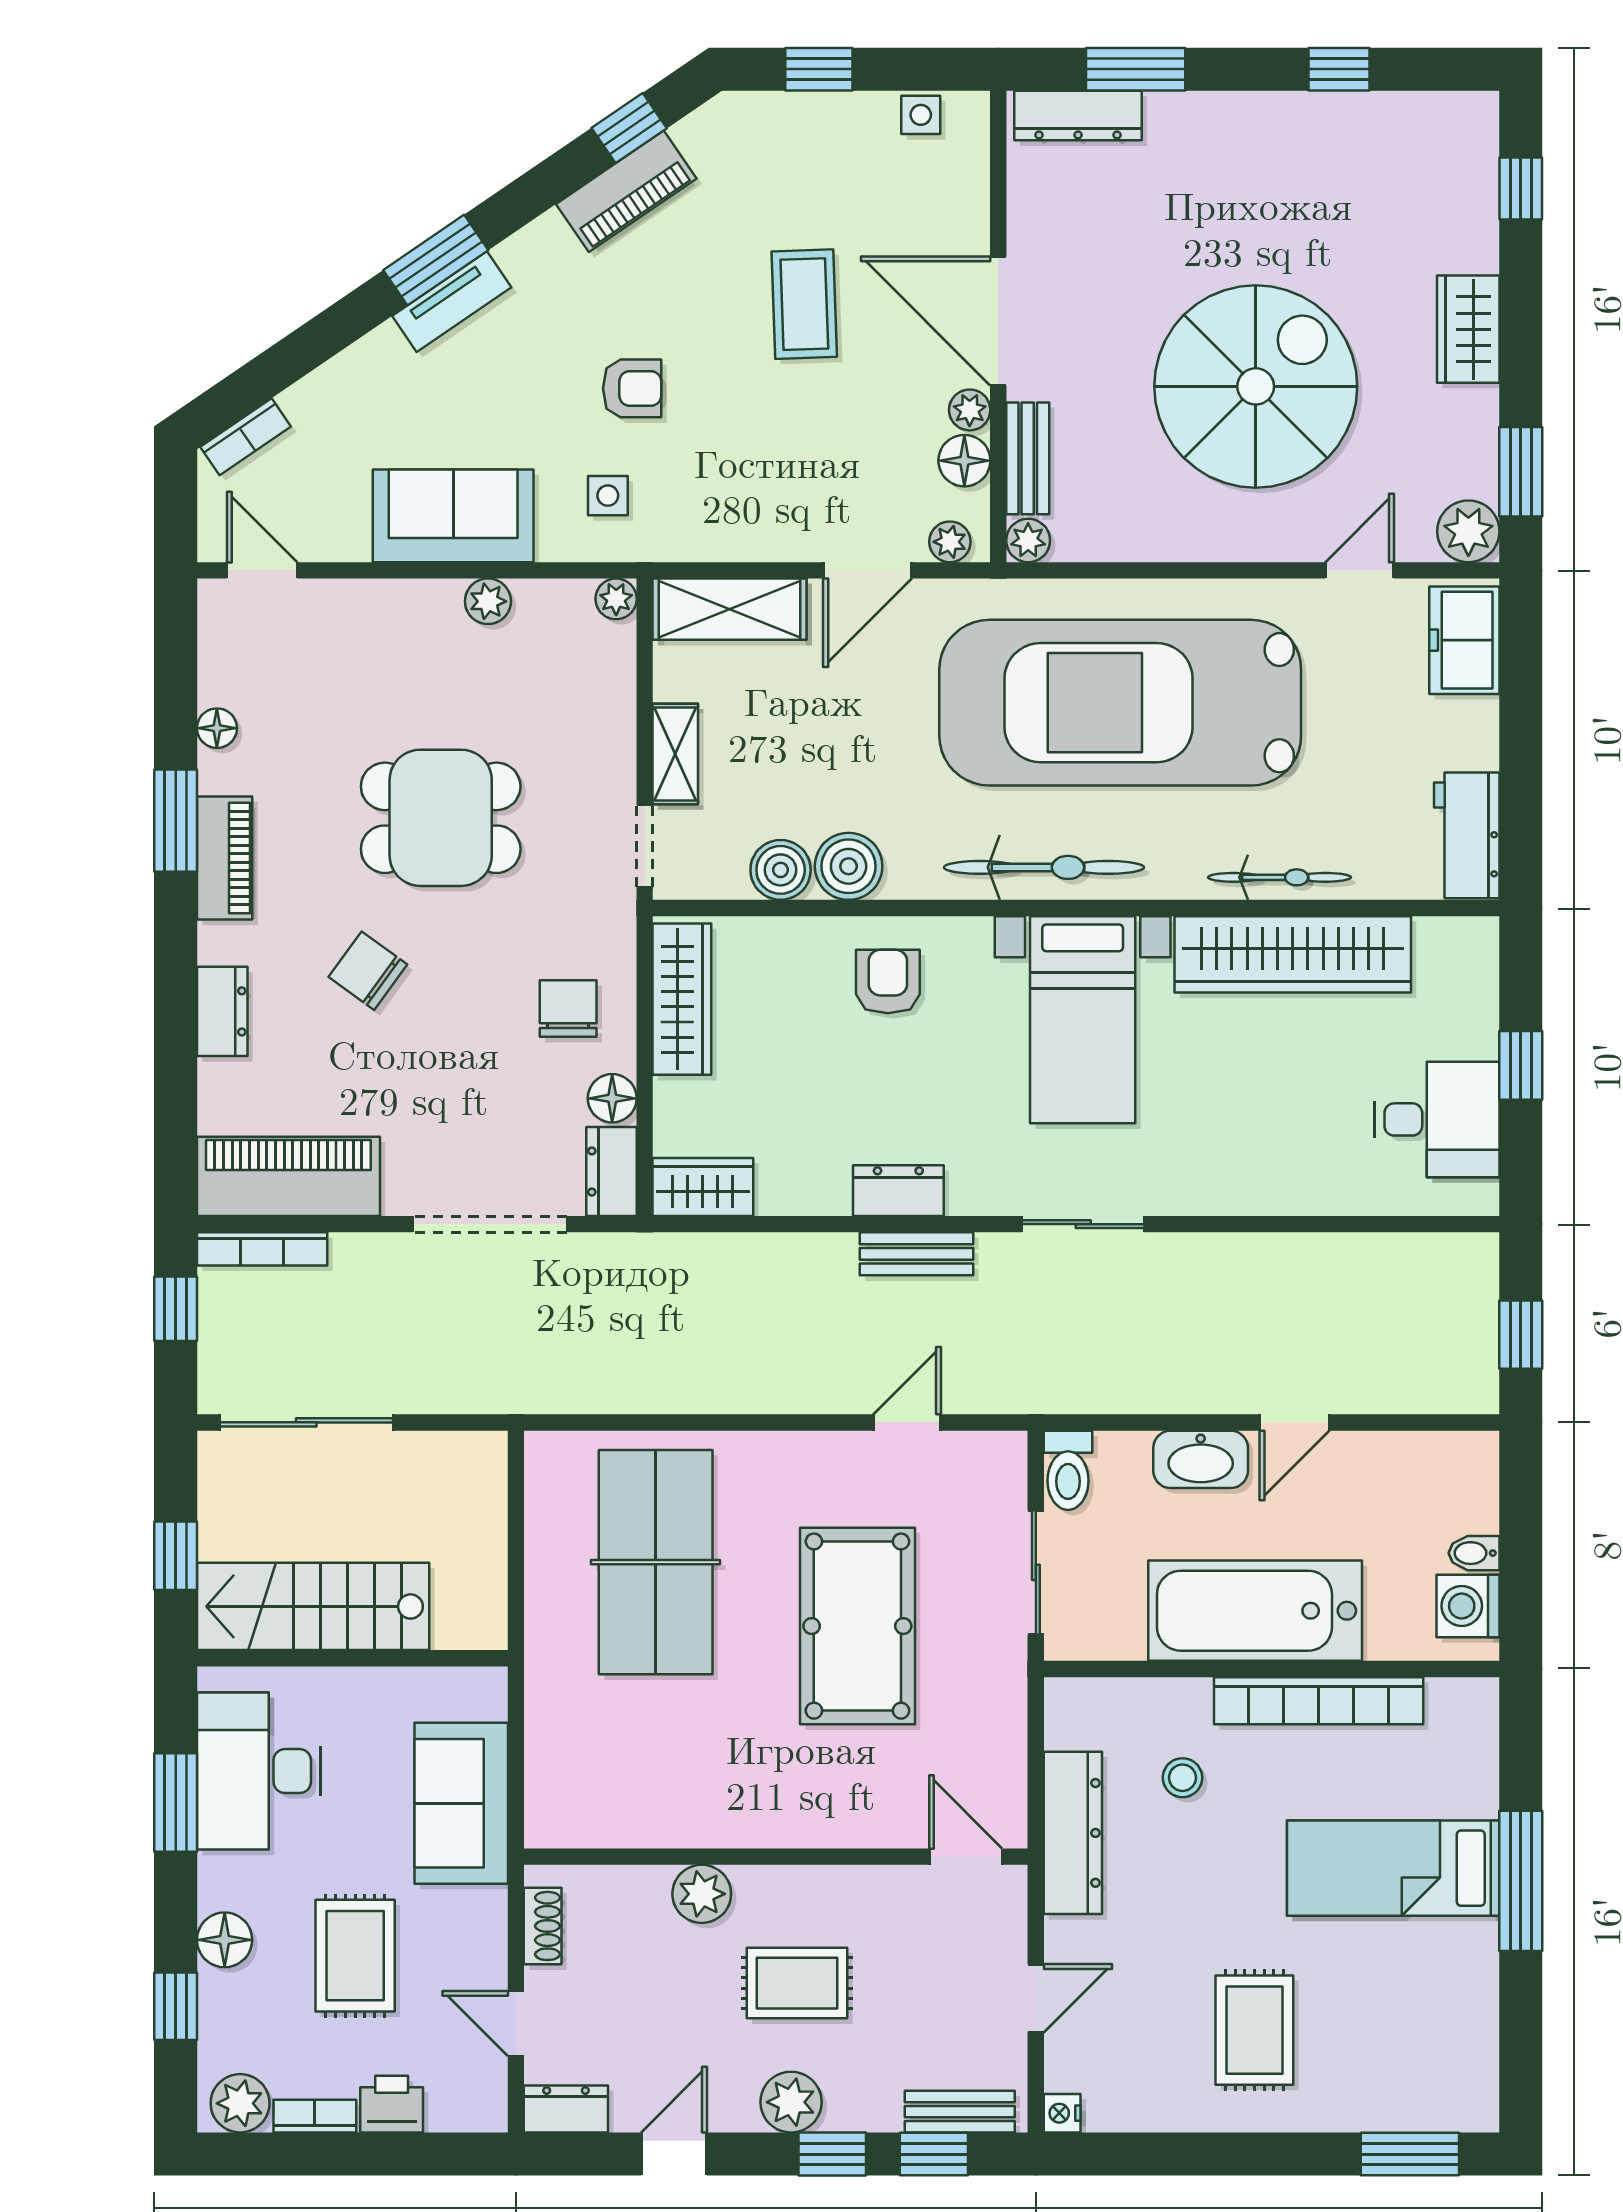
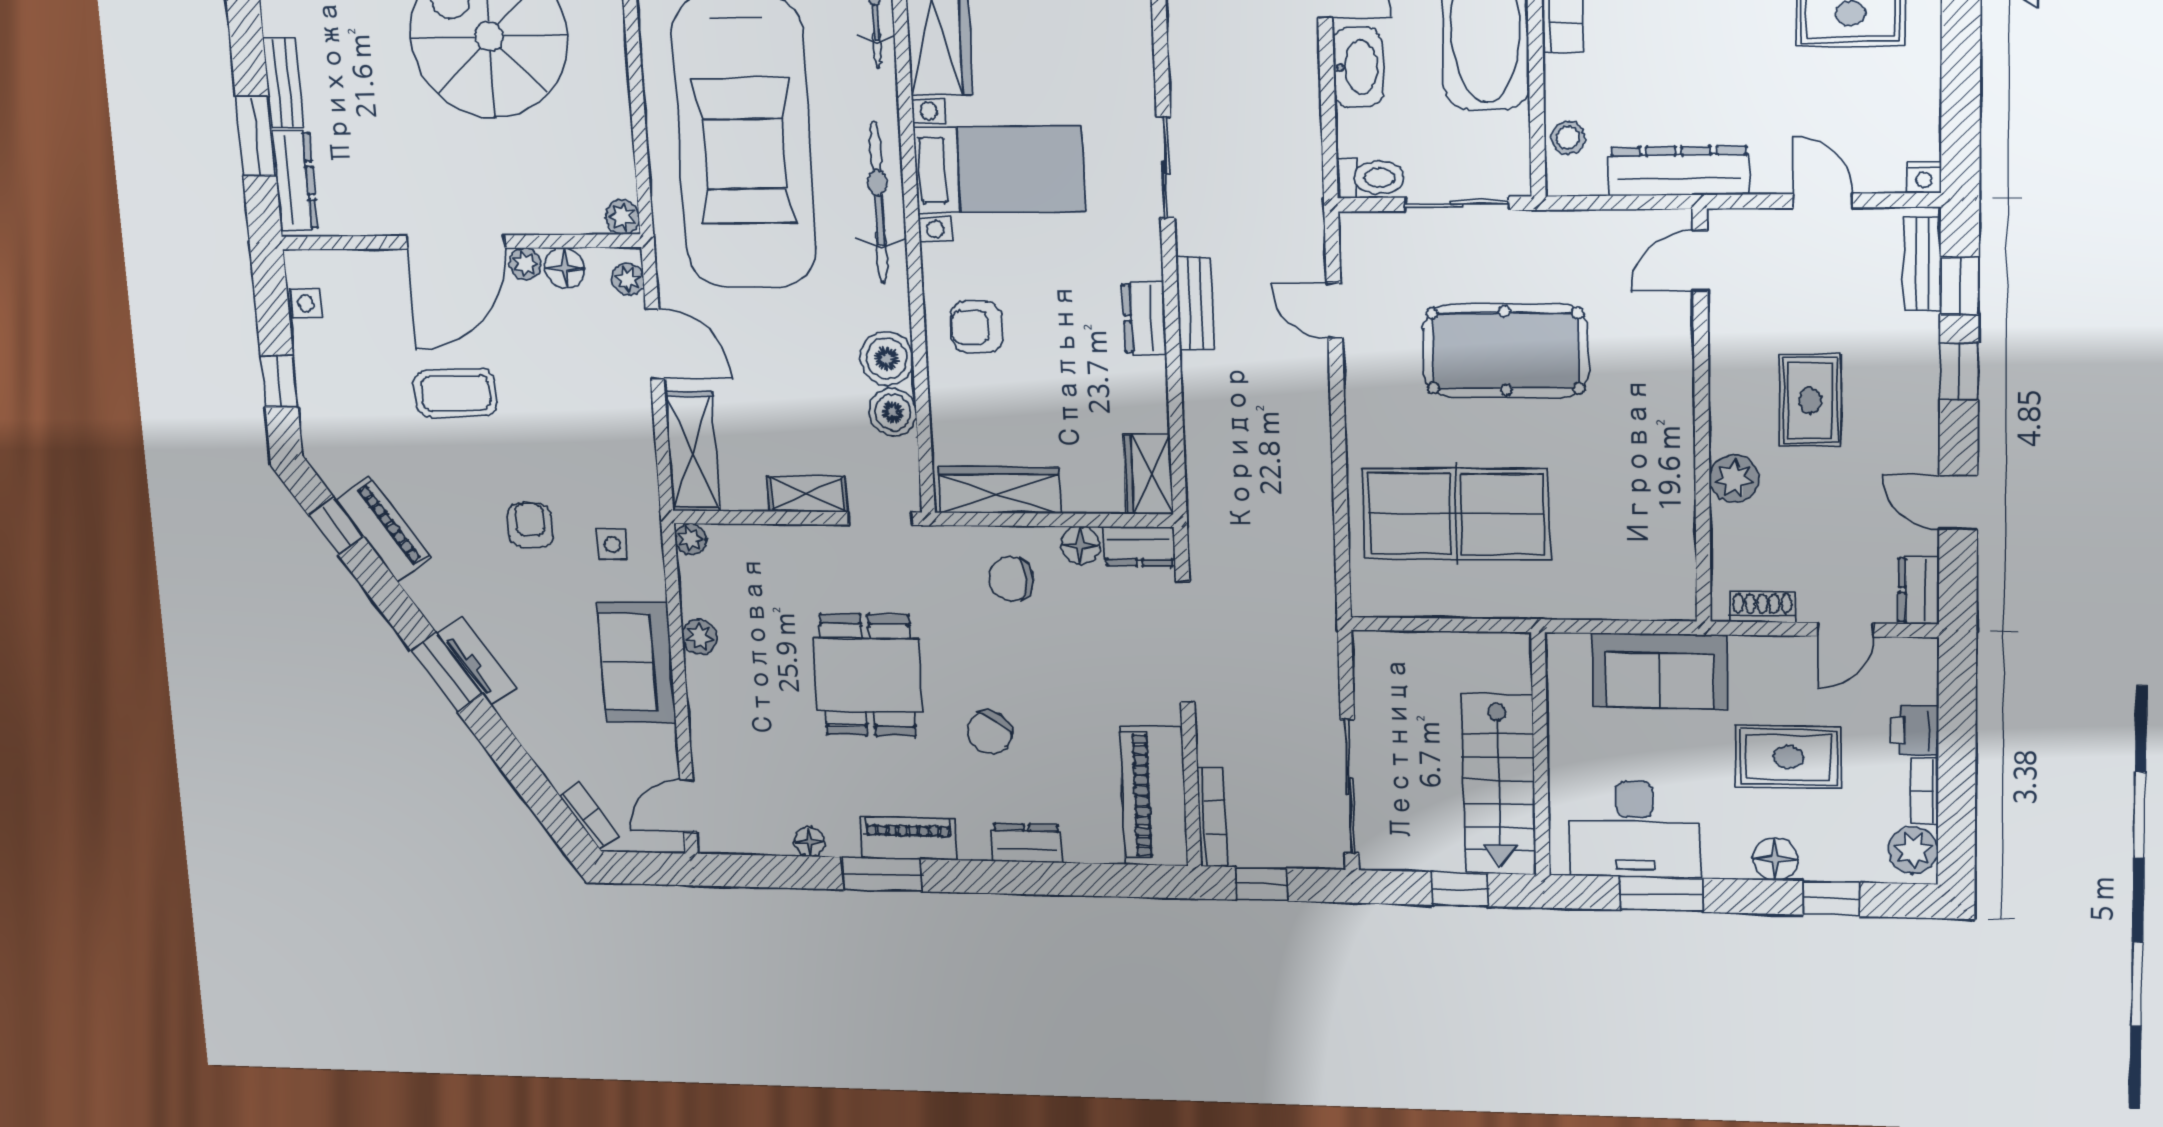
bench: (1028, 458) -> (283, 83), moved, turned 90
stool: (1182, 1778) -> (1568, 138), moved
plant: (791, 2102) -> (1913, 405), removed

